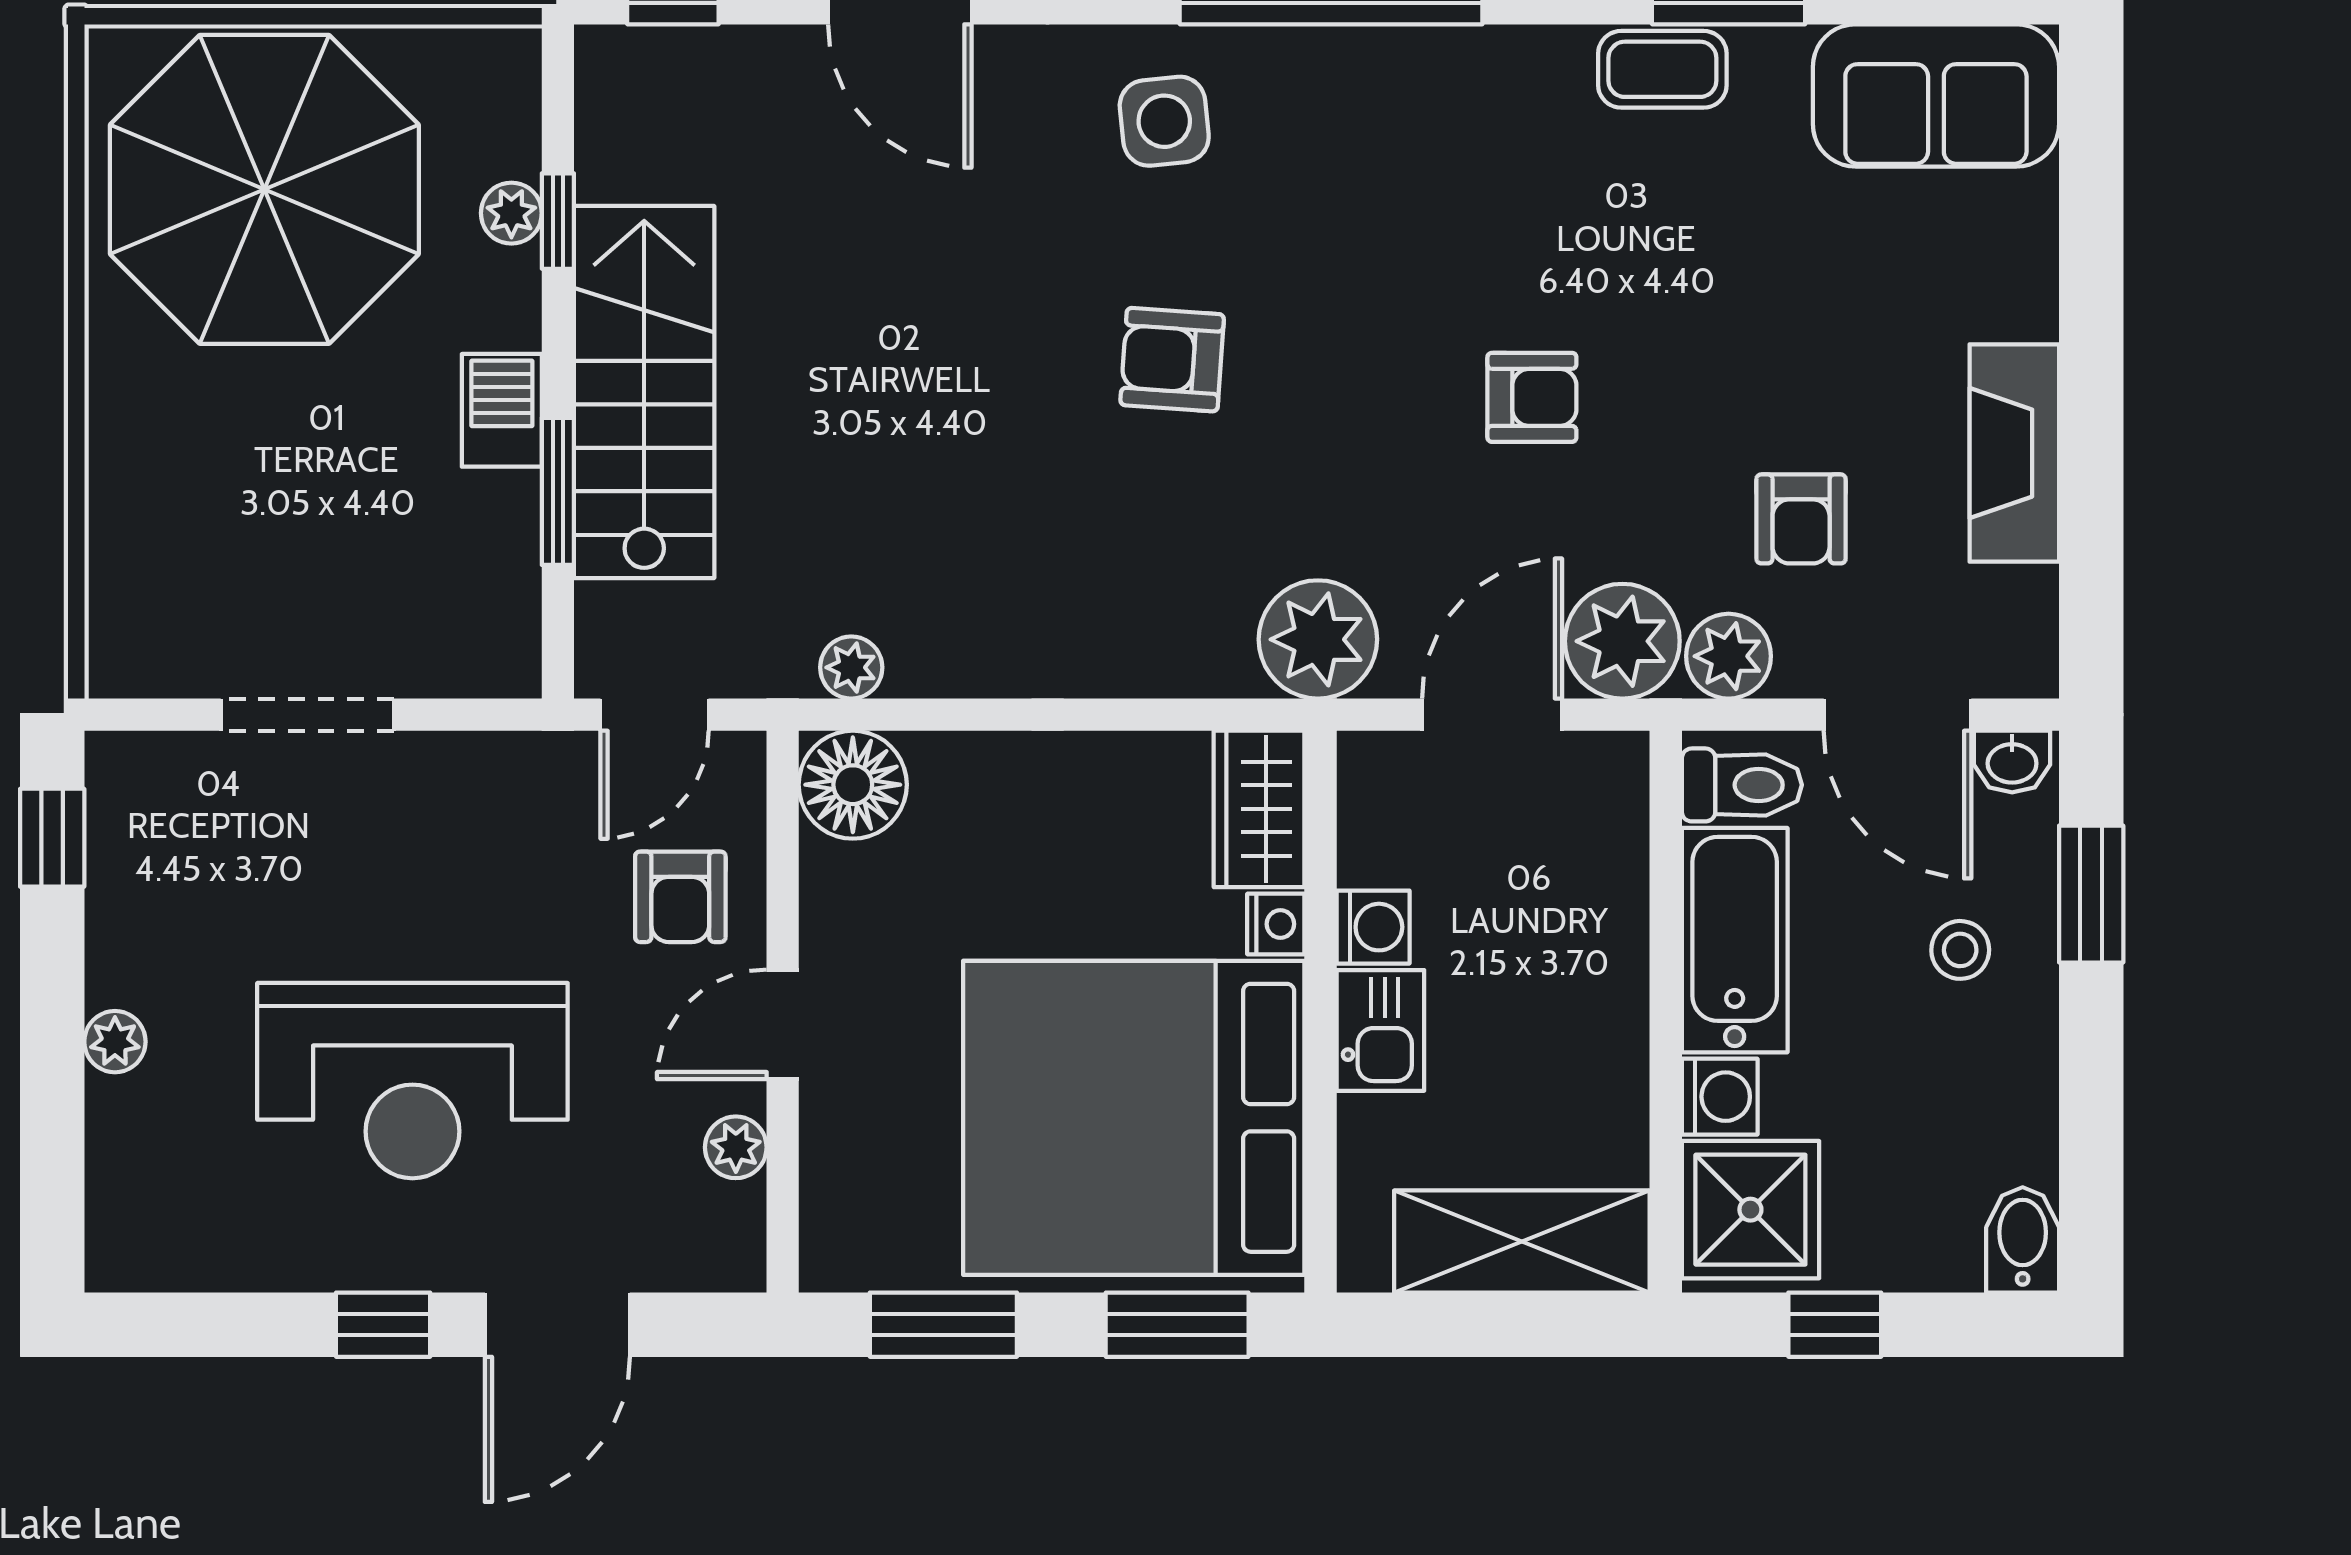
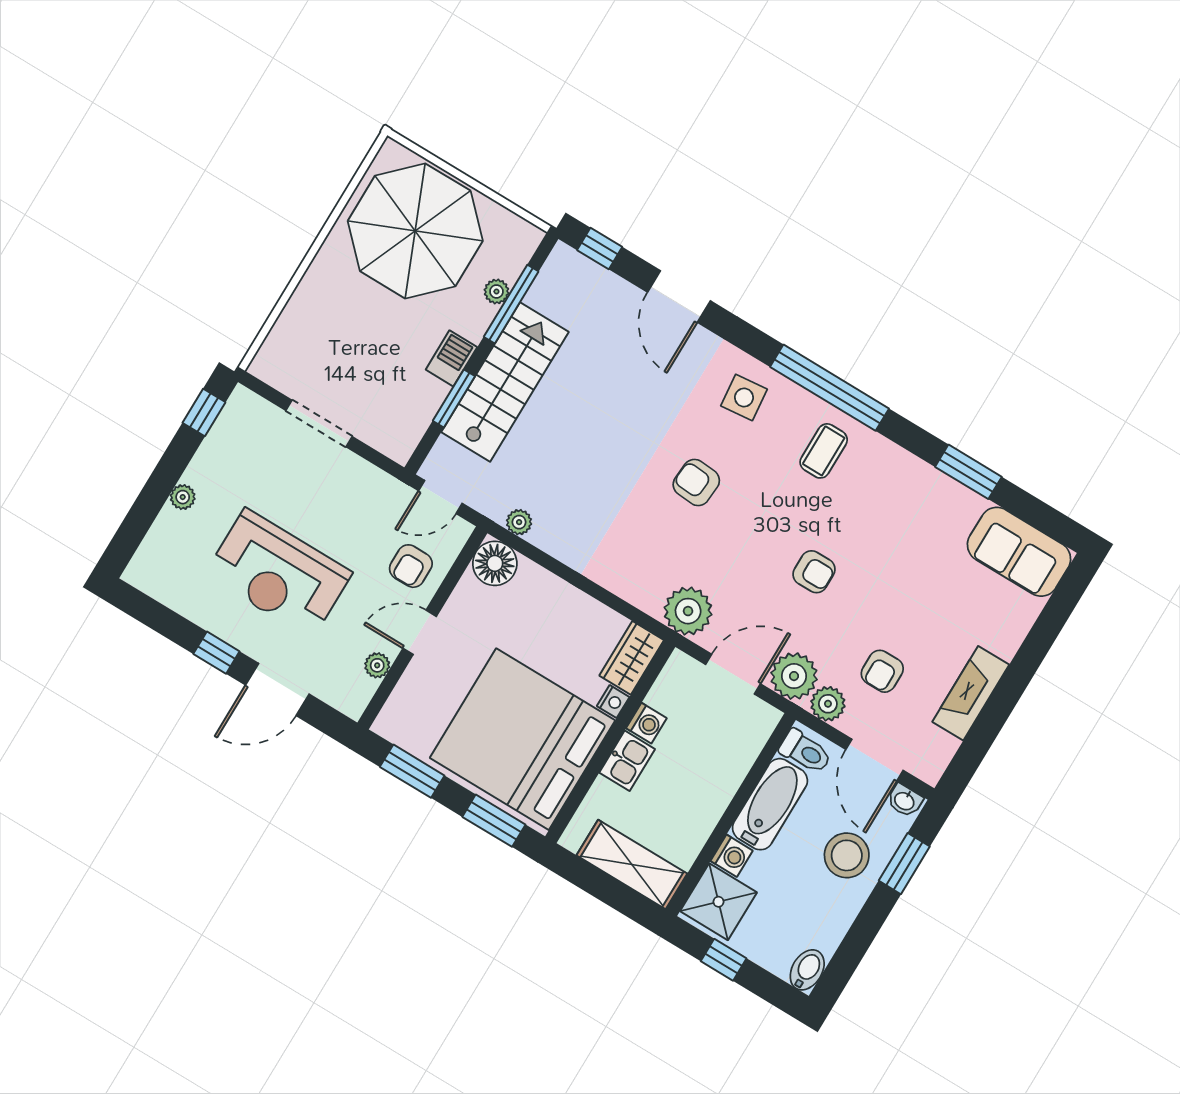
coffee table: (1662, 69) -> (824, 451), moved, turned 90
window: (558, 221) -> (511, 304), width x2.17
stool: (1960, 950) -> (847, 855), width x1.89, depth x1.89

